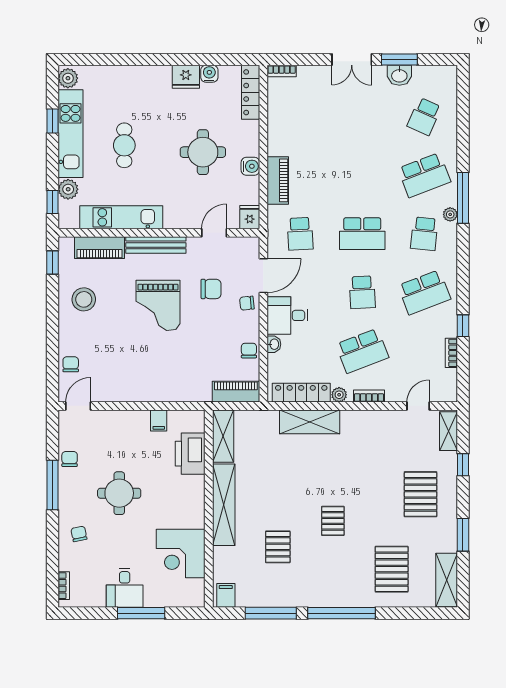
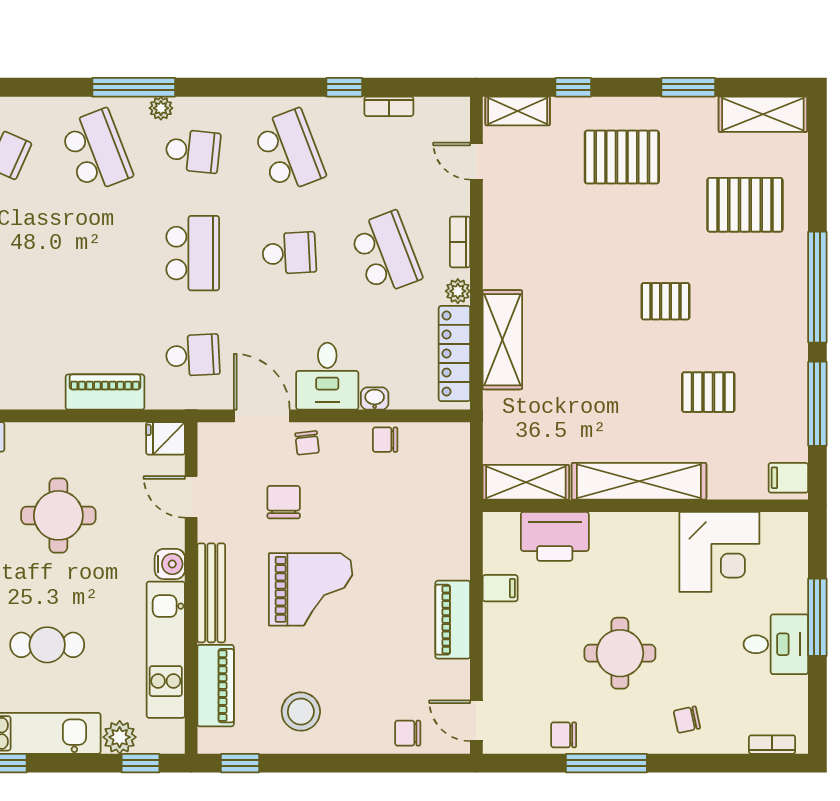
water cooler: (250, 166) -> (170, 564), moved, turned 90
piano: (236, 392) -> (453, 620), moved

